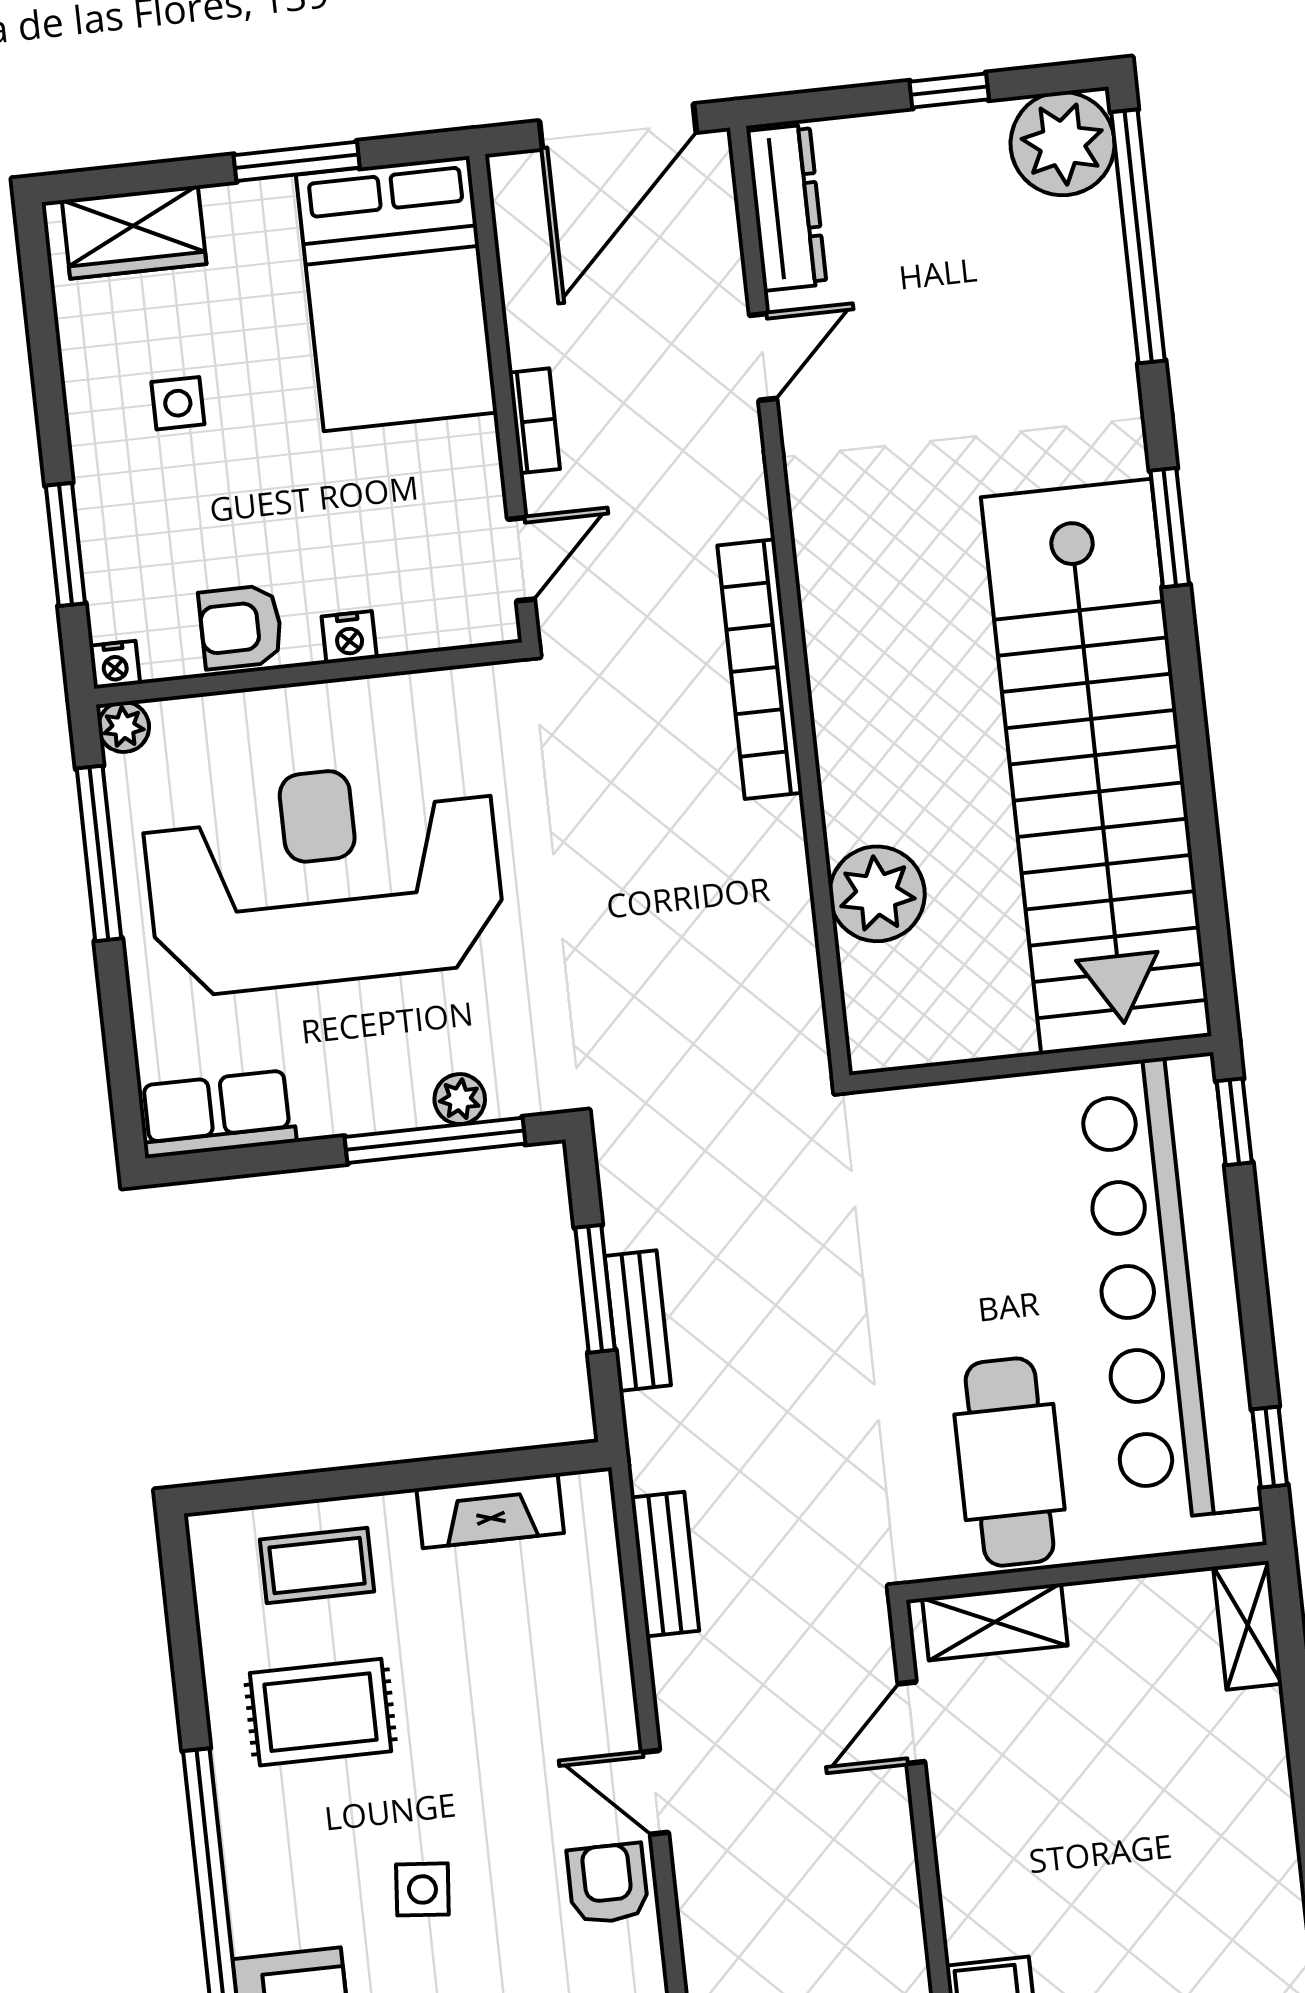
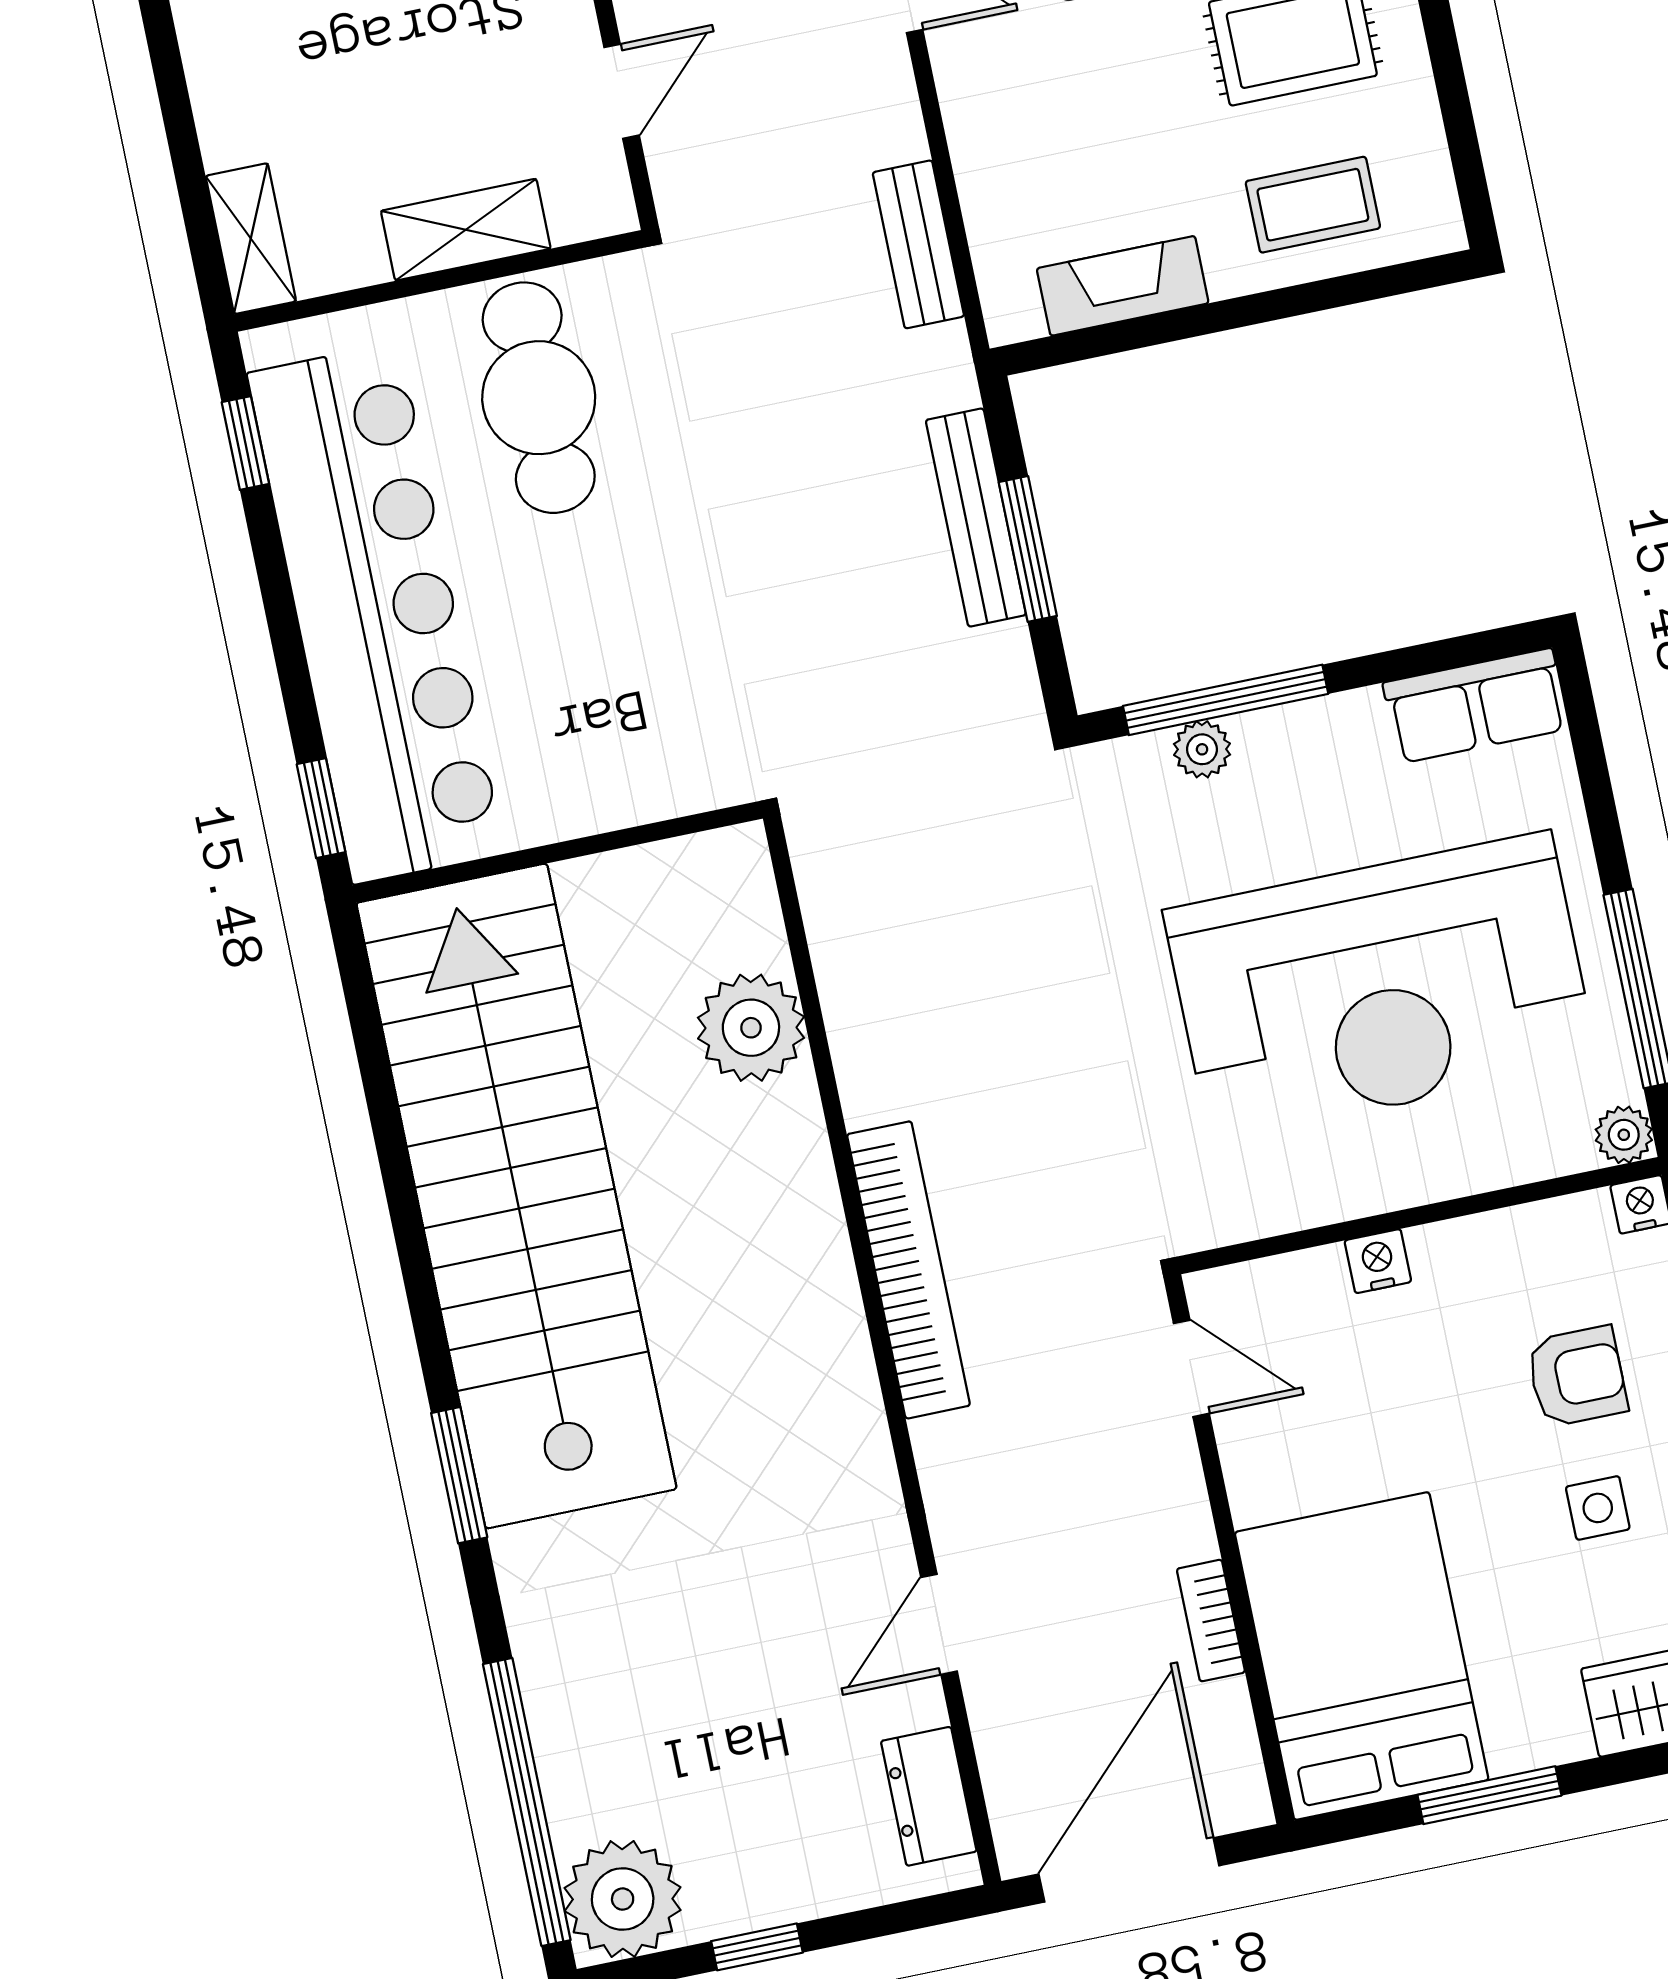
dresser: (786, 208) -> (929, 1796), width x0.70
bookcase: (534, 421) -> (1211, 1621), moved
door: (521, 559) -> (1191, 1368), swing flipped
armchair: (241, 627) -> (1577, 1376), moved
bench: (638, 1321) -> (976, 517), width x1.36
shelving: (995, 1622) -> (466, 230), moved

